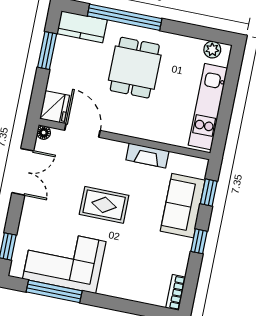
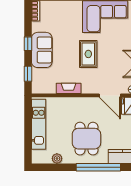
plant: (212, 50) -> (57, 158), moved
rug: (104, 205) -> (88, 54), turned 90
sofa: (183, 206) -> (42, 50), moved

